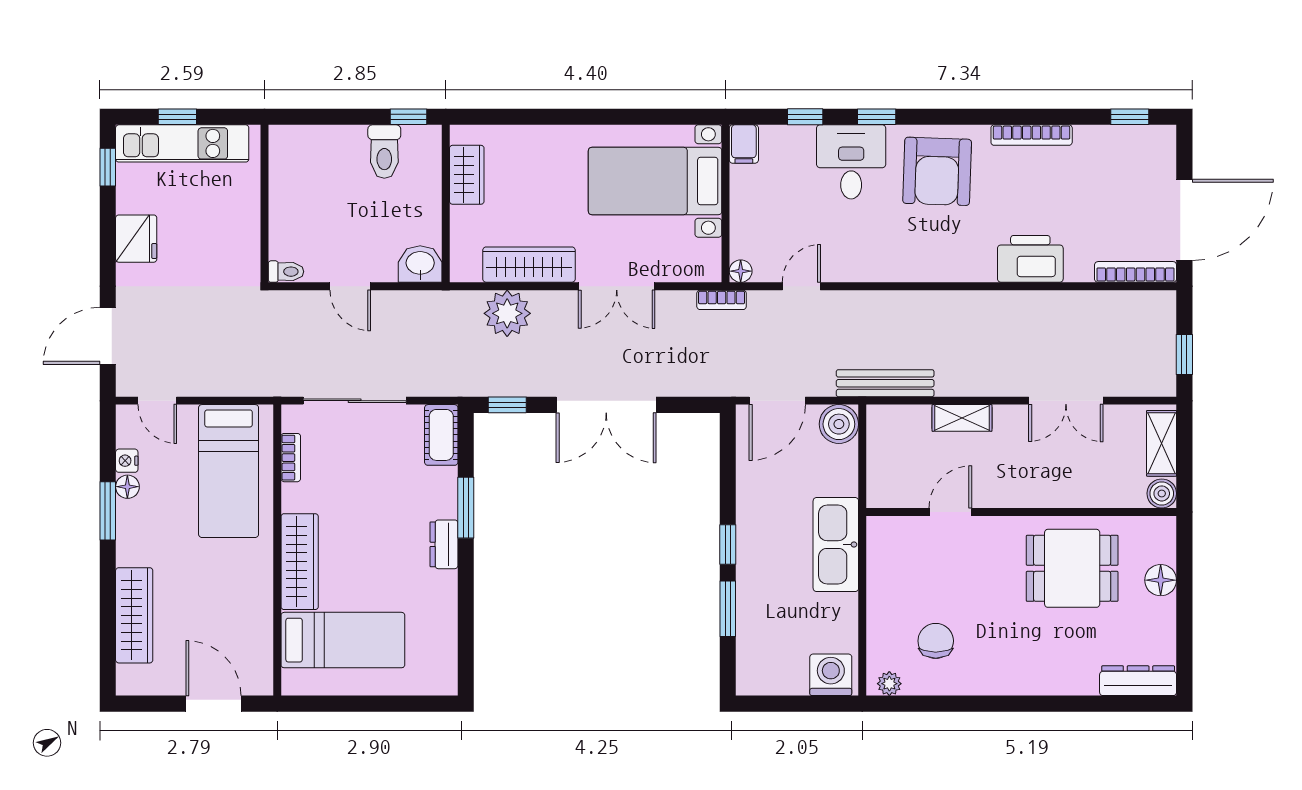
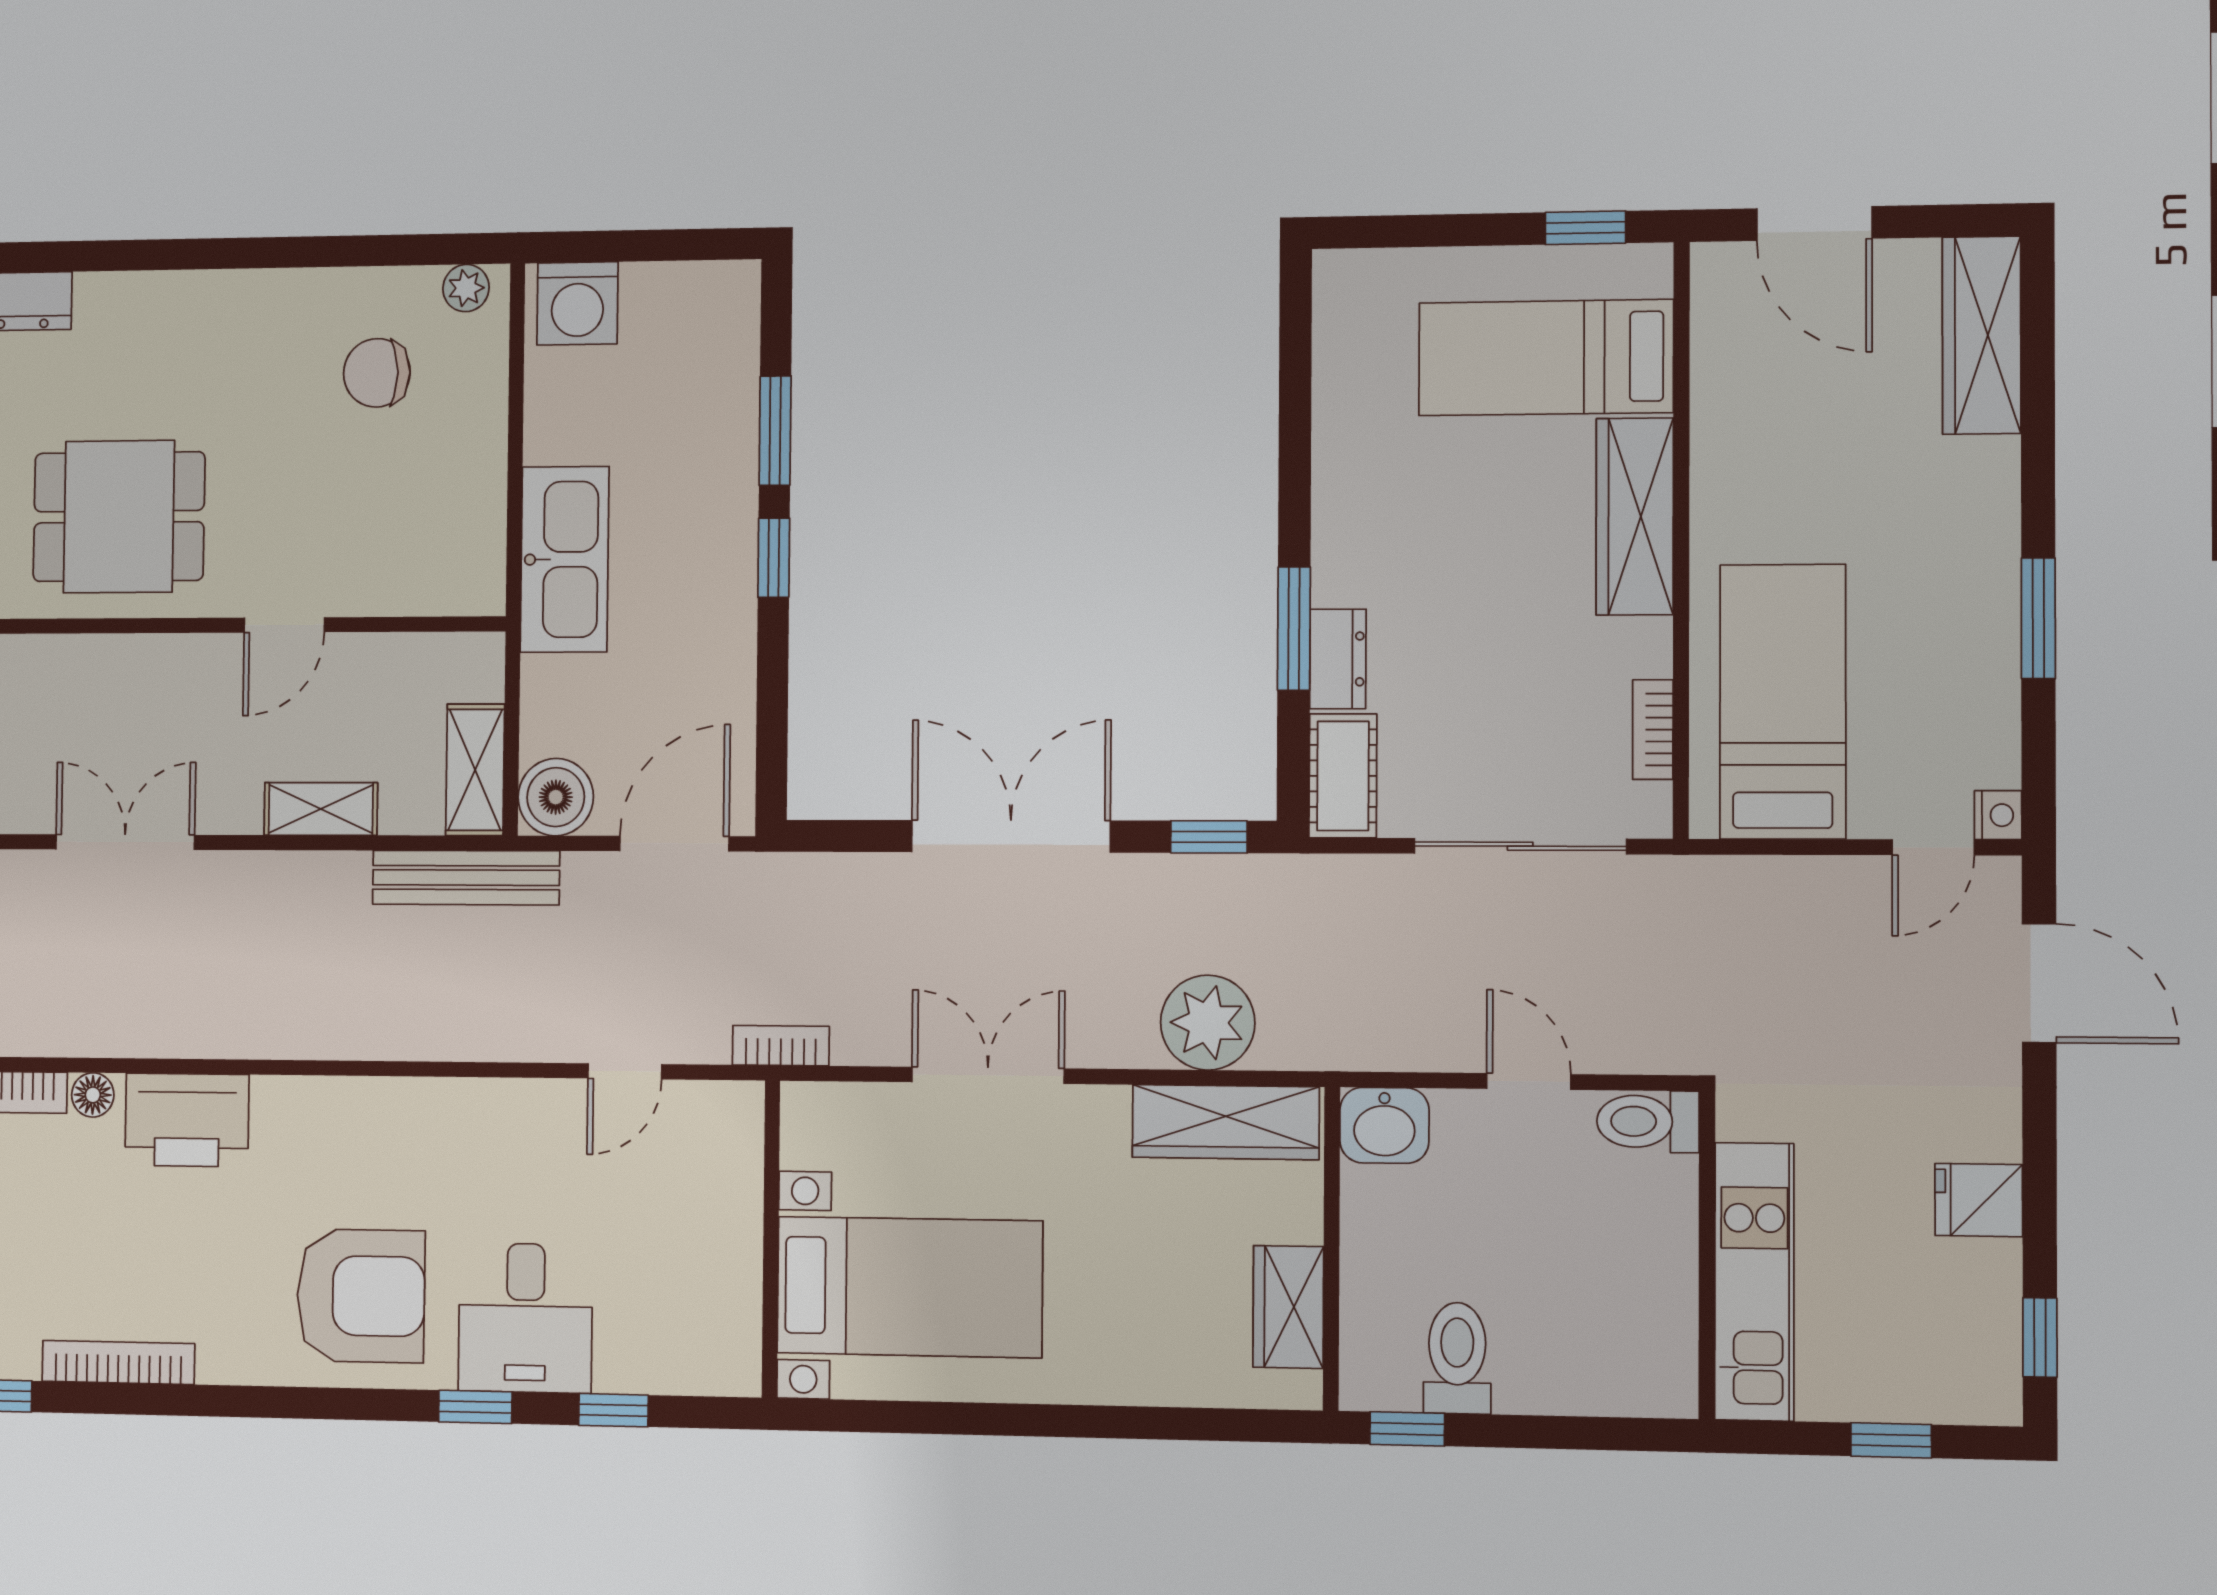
bookcase: (1032, 135) -> (118, 1362), moved
kitchen unit: (182, 143) -> (1754, 1282), moved, turned 90
filing cabinet: (744, 144) -> (734, 1358), removed
armchair: (937, 171) -> (361, 1296), turned 88
fridge: (136, 239) -> (1979, 1200), width x0.72
wardrobe: (529, 265) -> (1226, 1122), moved
floor lamp: (741, 271) -> (93, 1095), moved
toilet: (286, 272) -> (1648, 1121), width x1.37, depth x1.39
door: (108, 336) -> (2039, 983), hinge flipped
door: (157, 401) -> (1933, 847), swing flipped
shelving: (881, 438) -> (475, 770), added
nightstand: (127, 461) -> (1998, 815), moved
floor lamp: (127, 487) -> (1996, 669), removed
door: (950, 512) -> (284, 625), moved
dresser: (444, 544) -> (1338, 659), moved
wardrobe: (134, 615) -> (1982, 335), moved
chair: (936, 641) -> (377, 373), turned 90
window: (324, 704) -> (1585, 228), added

